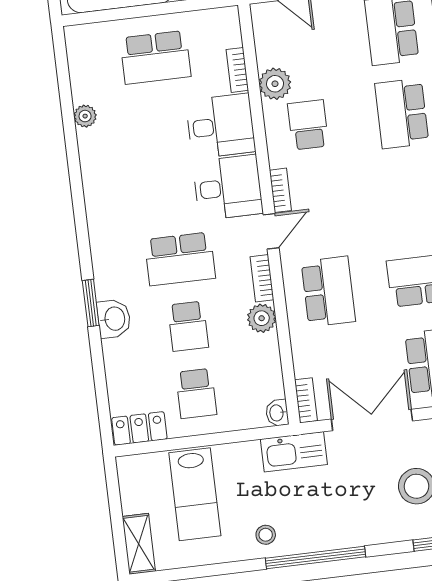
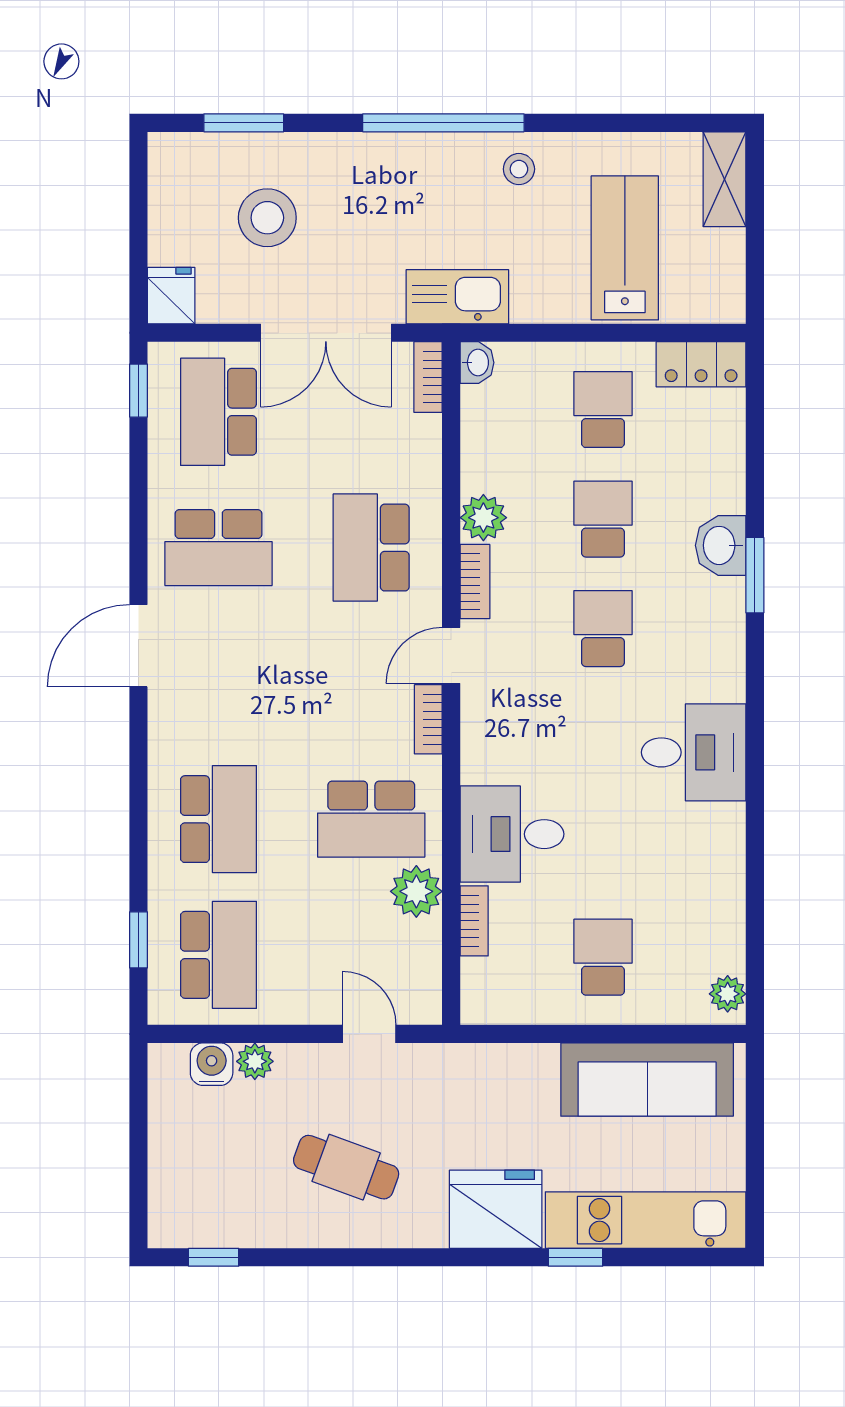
school desk: (156, 57) -> (603, 957), width x0.54
plant: (85, 116) -> (728, 994), moved
school desk: (308, 125) -> (371, 819), width x1.85
desk: (228, 188) -> (694, 752), moved, turned 180
school desk: (180, 259) -> (603, 629), width x0.54

